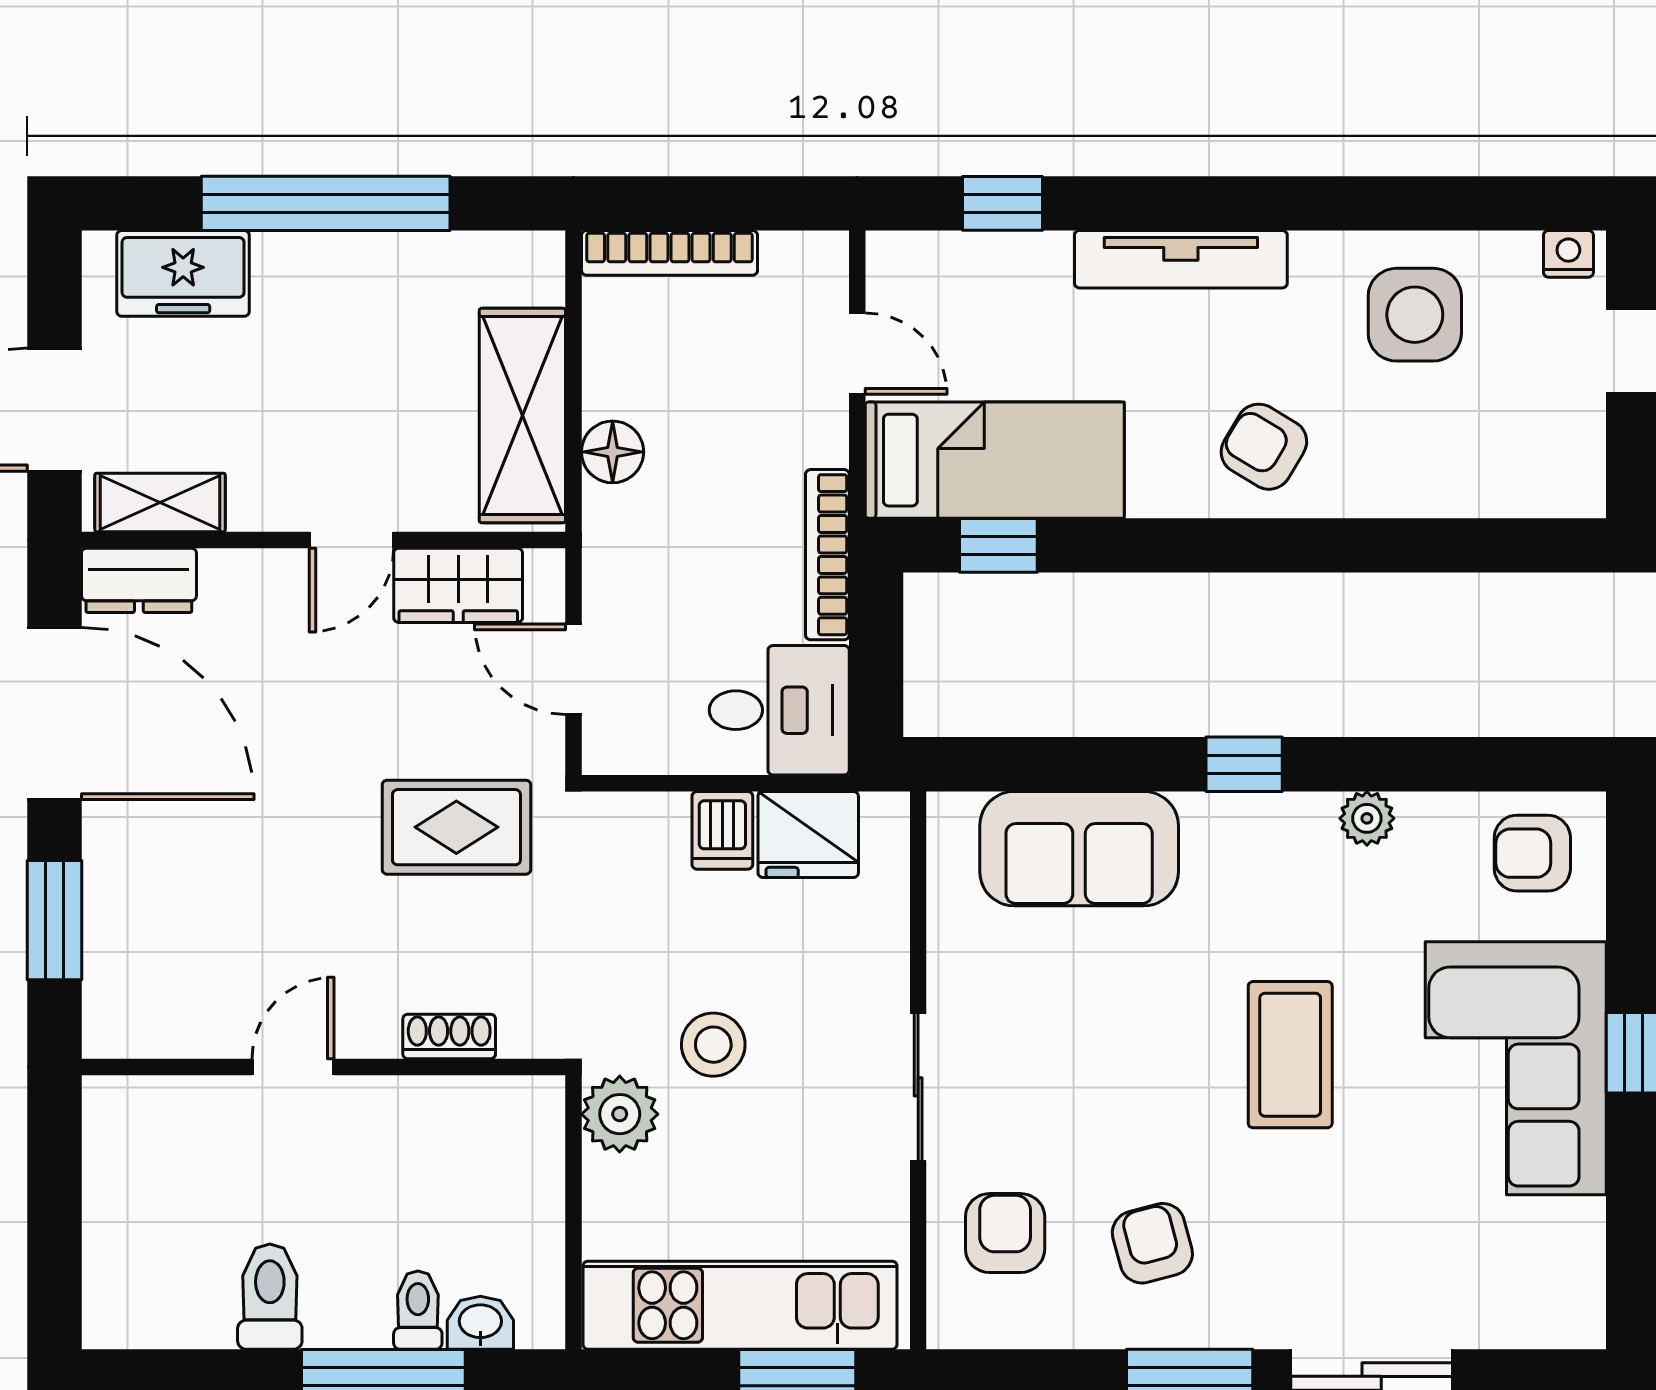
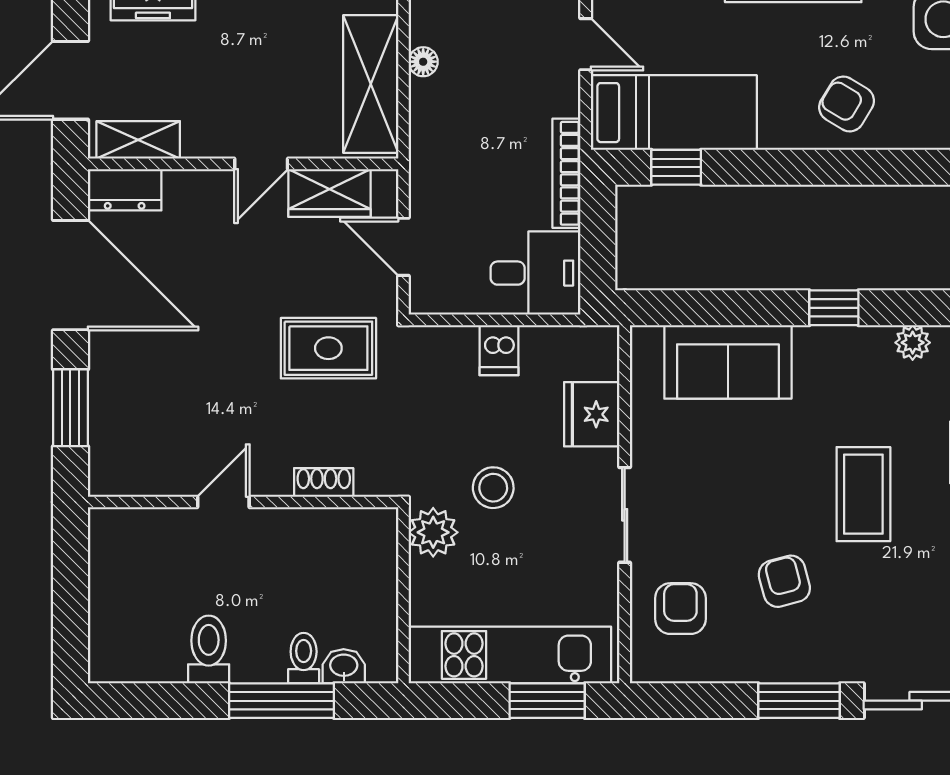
floor lamp: (613, 452) -> (423, 62), moved, width x0.73, depth x0.73
fridge: (808, 834) -> (592, 414), moved, turned 90
armchair: (1152, 1243) -> (784, 581), moved

